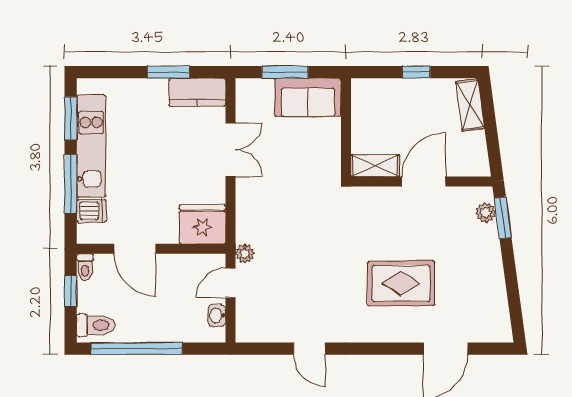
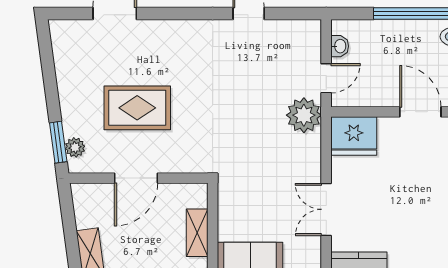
shelving: (375, 166) -> (197, 233), moved, turned 90
plant: (245, 254) -> (304, 115), width x1.88, depth x1.88
rug: (401, 283) -> (137, 108), moved

